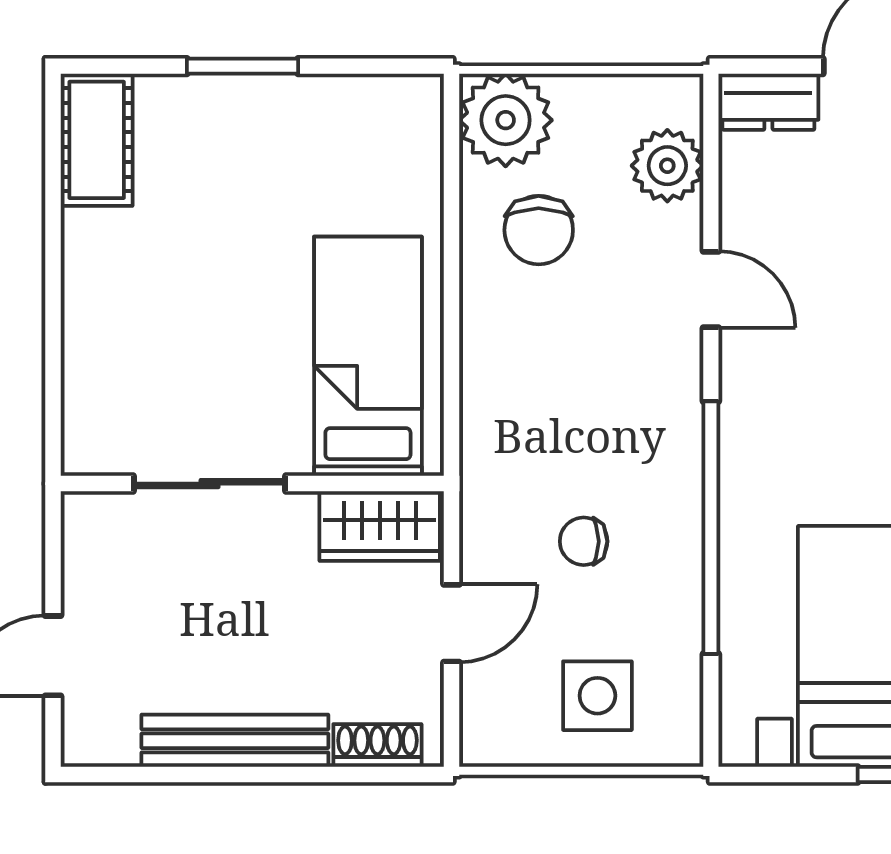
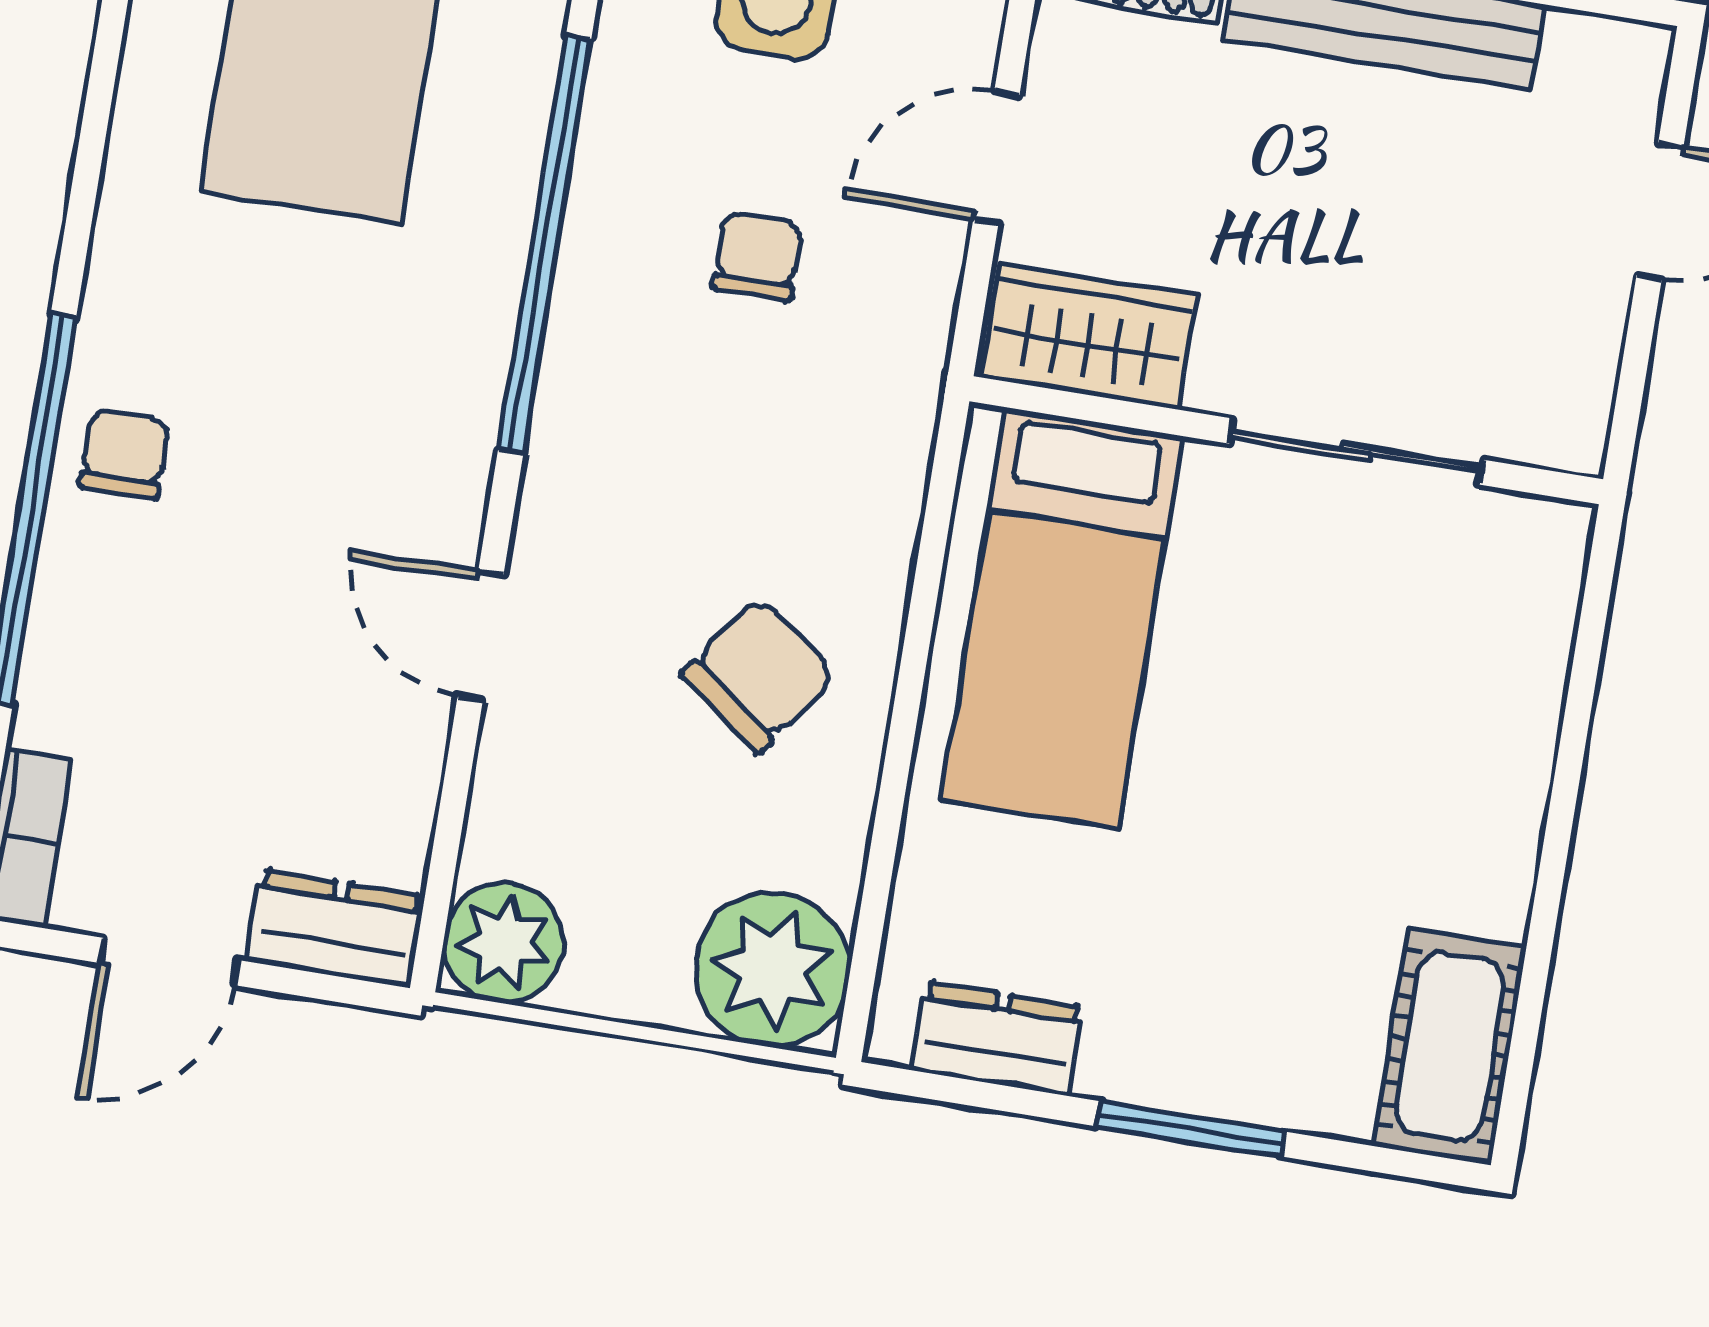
dresser: (365, 101) -> (997, 1039), added
plant: (667, 166) -> (504, 943), moved
chair: (539, 230) -> (759, 675), moved, turned 36
chair: (584, 541) -> (757, 256), turned -90

